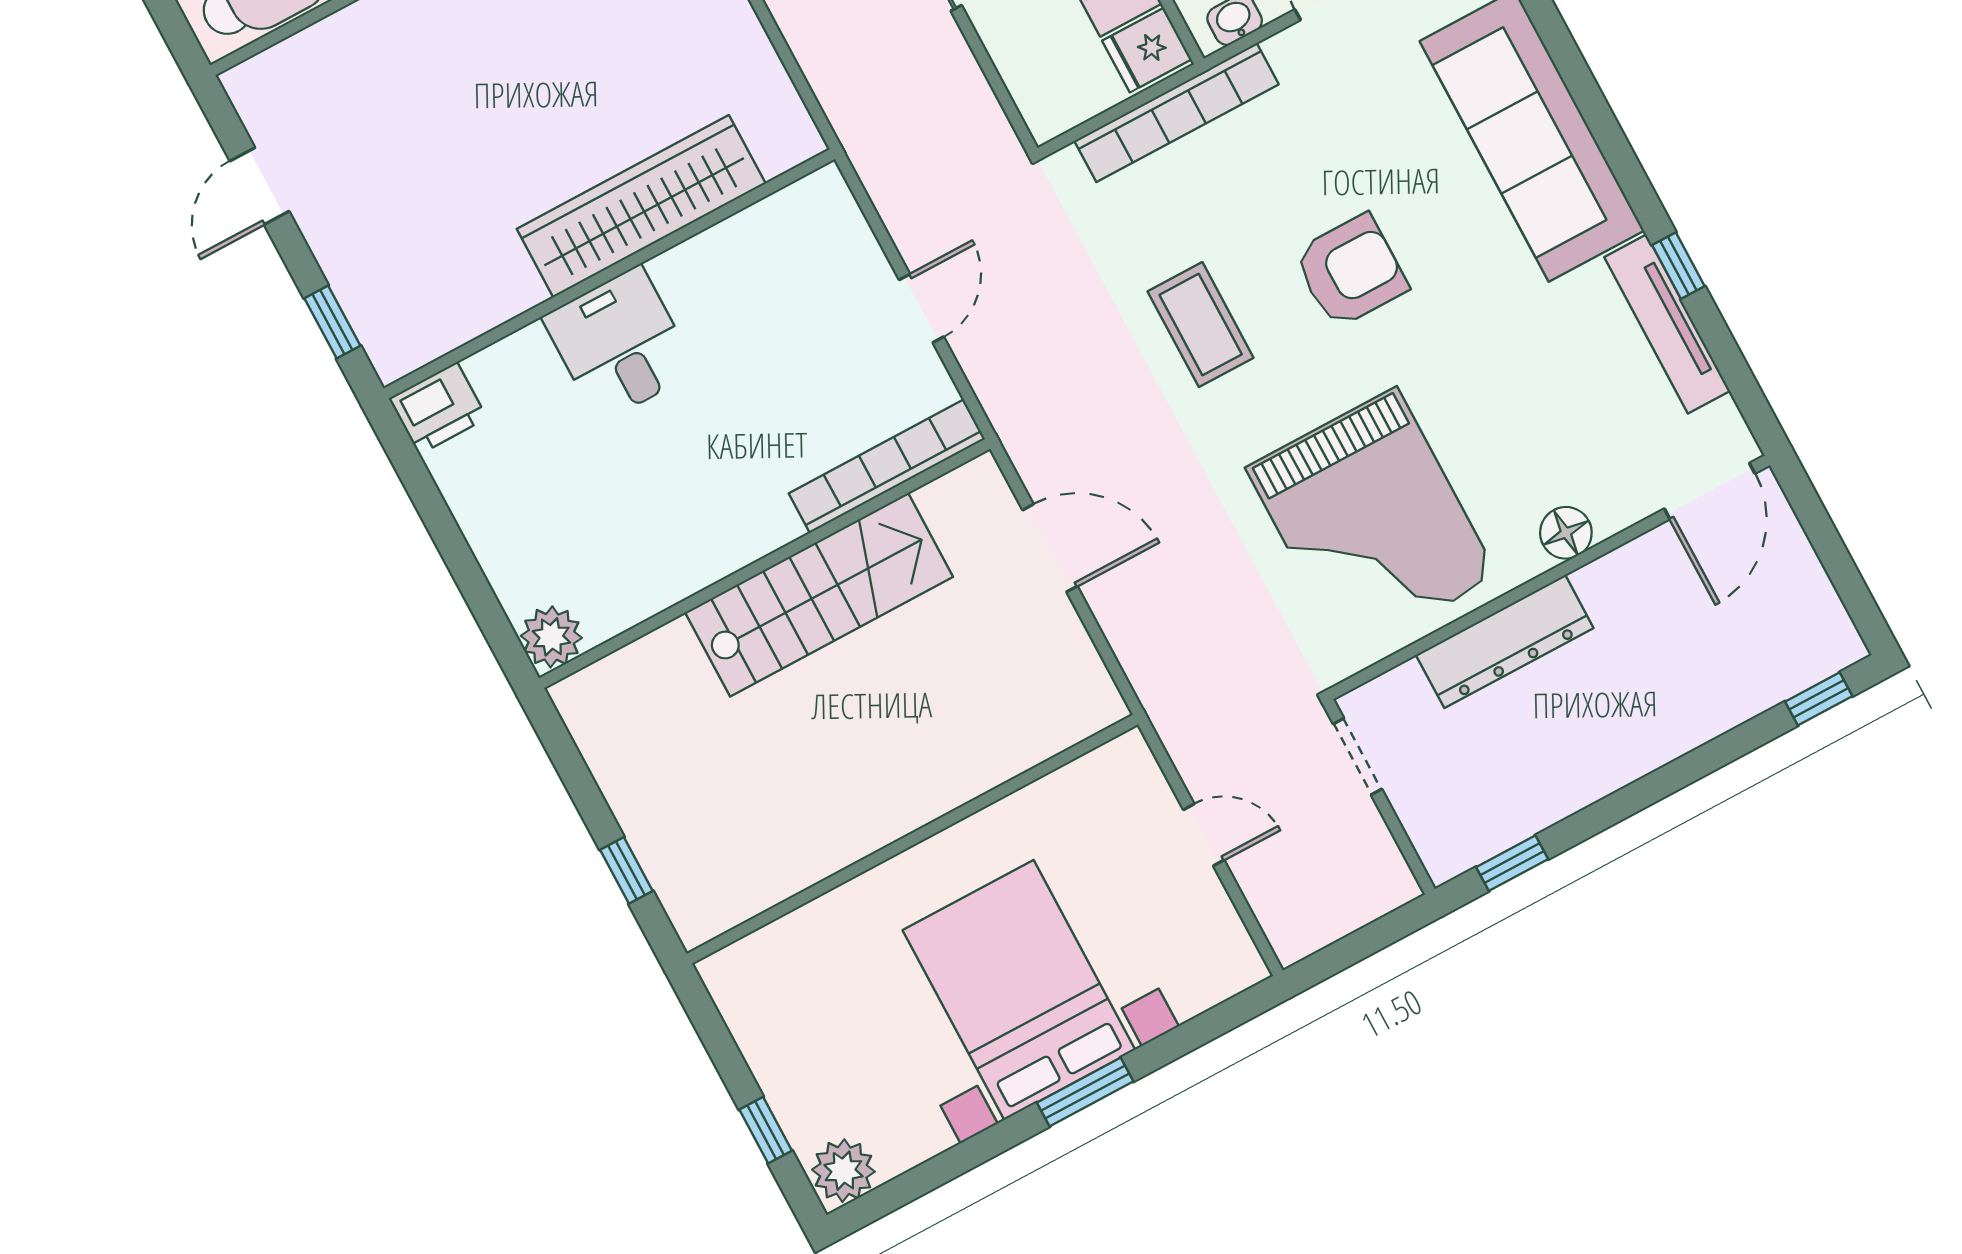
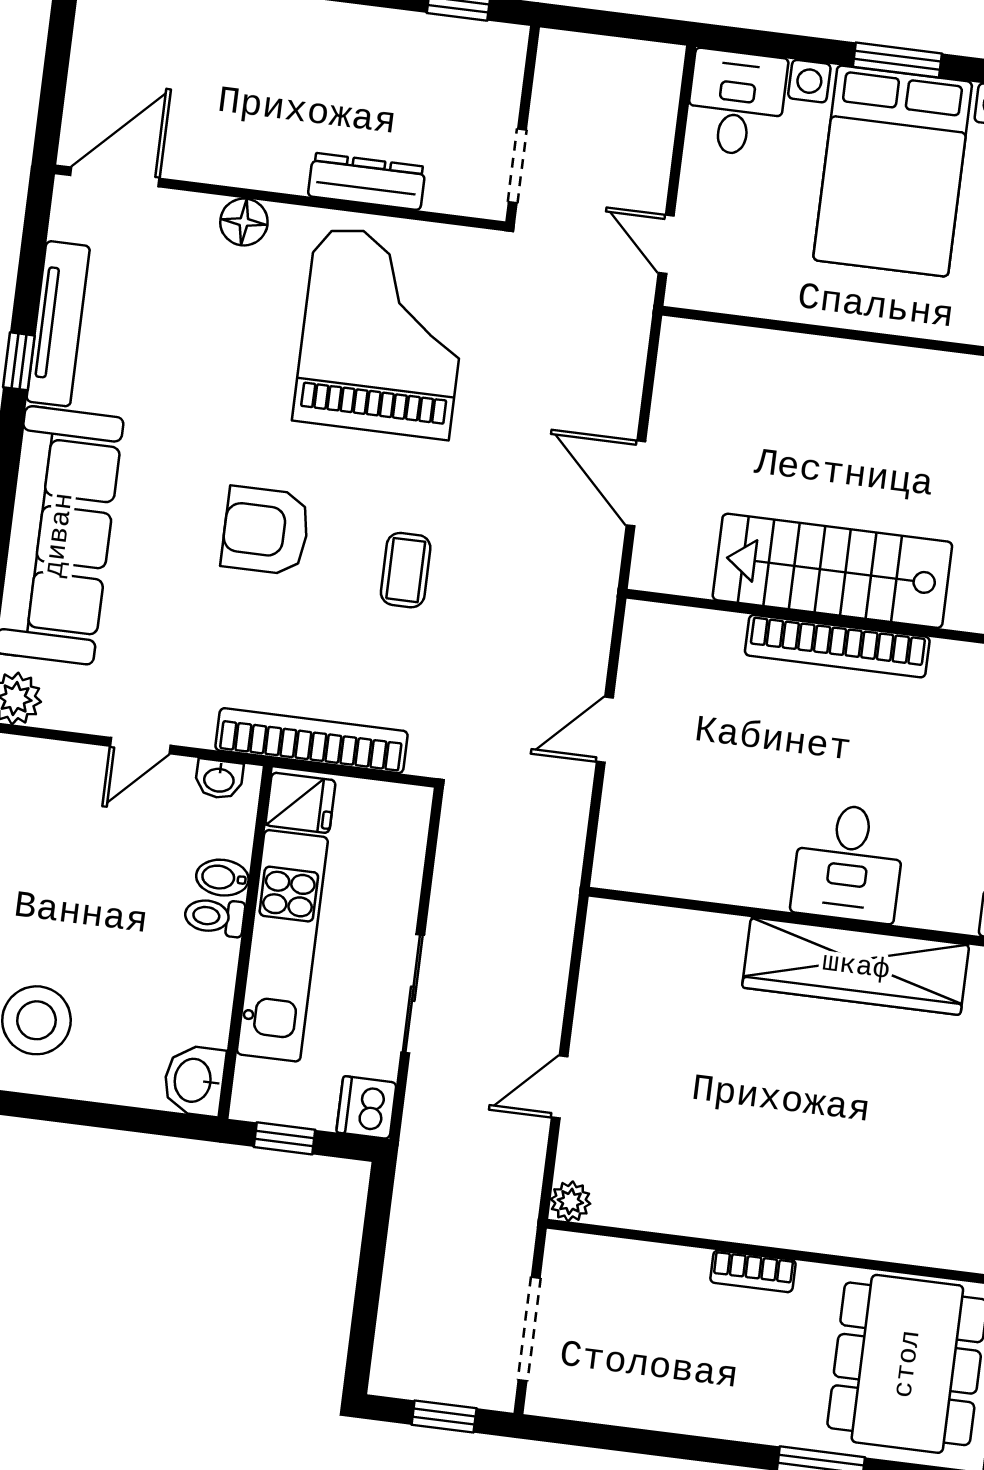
wardrobe: (641, 206) -> (856, 966), moved
coffee table: (1201, 325) -> (406, 570), width x0.73, depth x0.77
bookcase: (887, 466) -> (837, 646), moved
dresser: (1505, 641) -> (367, 181), width x0.73, depth x0.80
door: (1204, 835) -> (666, 244), moved
desk: (1202, 951) -> (736, 103), added

